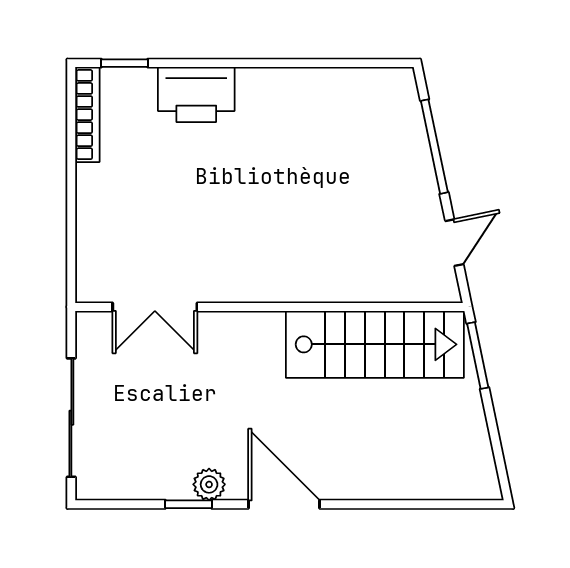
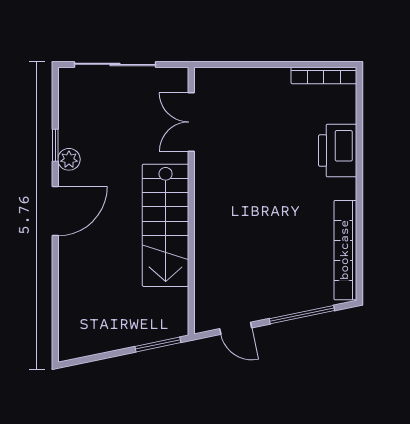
window: (125, 63) -> (359, 101), removed
bookcase: (341, 83) -> (345, 250), added
stairs: (375, 344) -> (166, 225), moved

